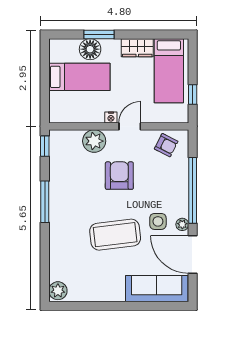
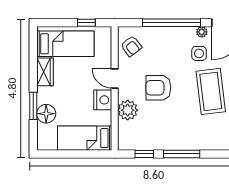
bed: (79, 77) -> (85, 138), moved, turned -90
nightstand: (111, 117) -> (103, 100), width x1.89, depth x1.79
armchair: (166, 145) -> (131, 46), turned 116
window: (45, 146) -> (144, 154), moved

